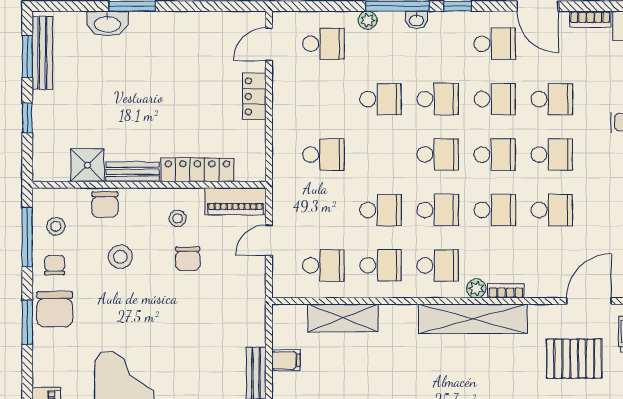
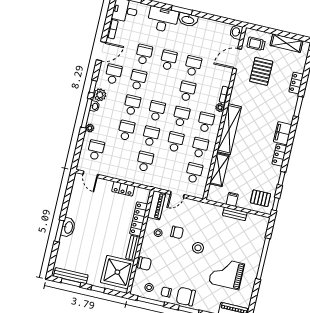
washbasin: (107, 24) -> (68, 227), moved
plant: (443, 25) -> (100, 95), added
locker: (254, 96) -> (123, 189), moved
school desk: (495, 155) -> (151, 136), moved
shower: (87, 165) -> (117, 272), width x1.86, depth x1.86
door: (269, 240) -> (177, 194), hinge flipped
stool: (120, 257) -> (198, 248), moved
door: (589, 301) -> (237, 59), hinge flipped
chair: (55, 309) -> (186, 297), turned 180
shelving: (473, 319) -> (229, 129), moved

